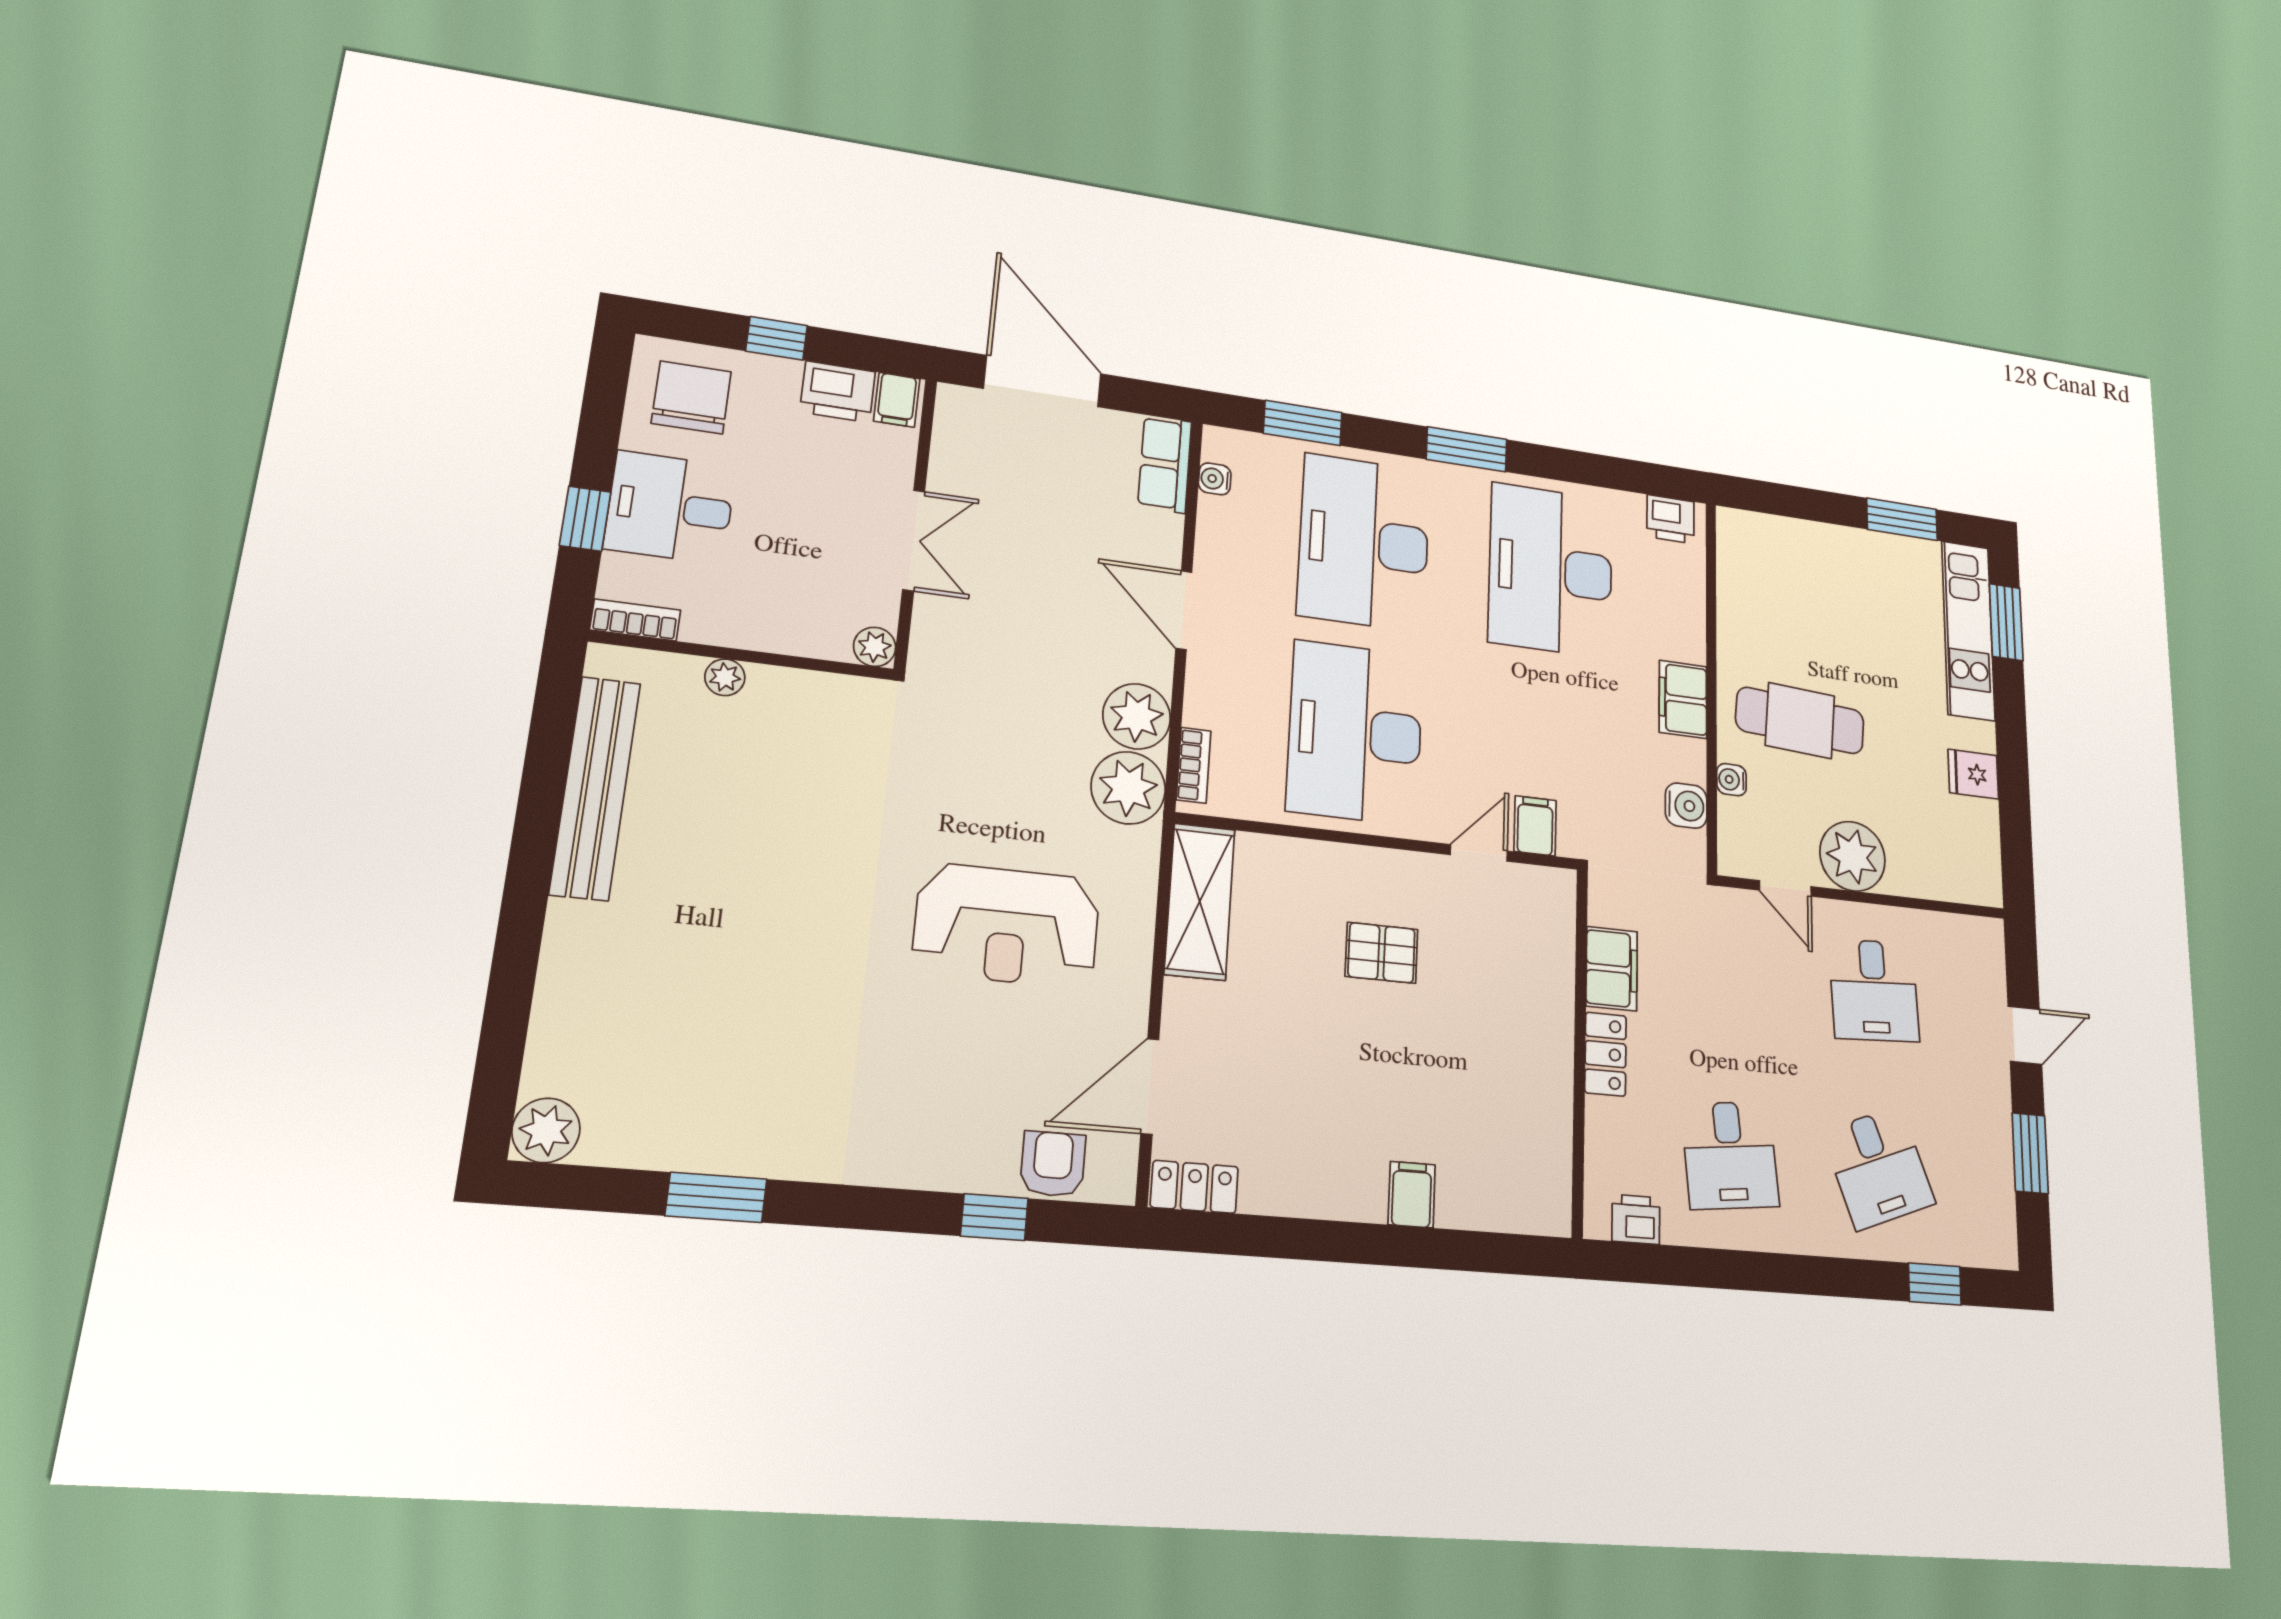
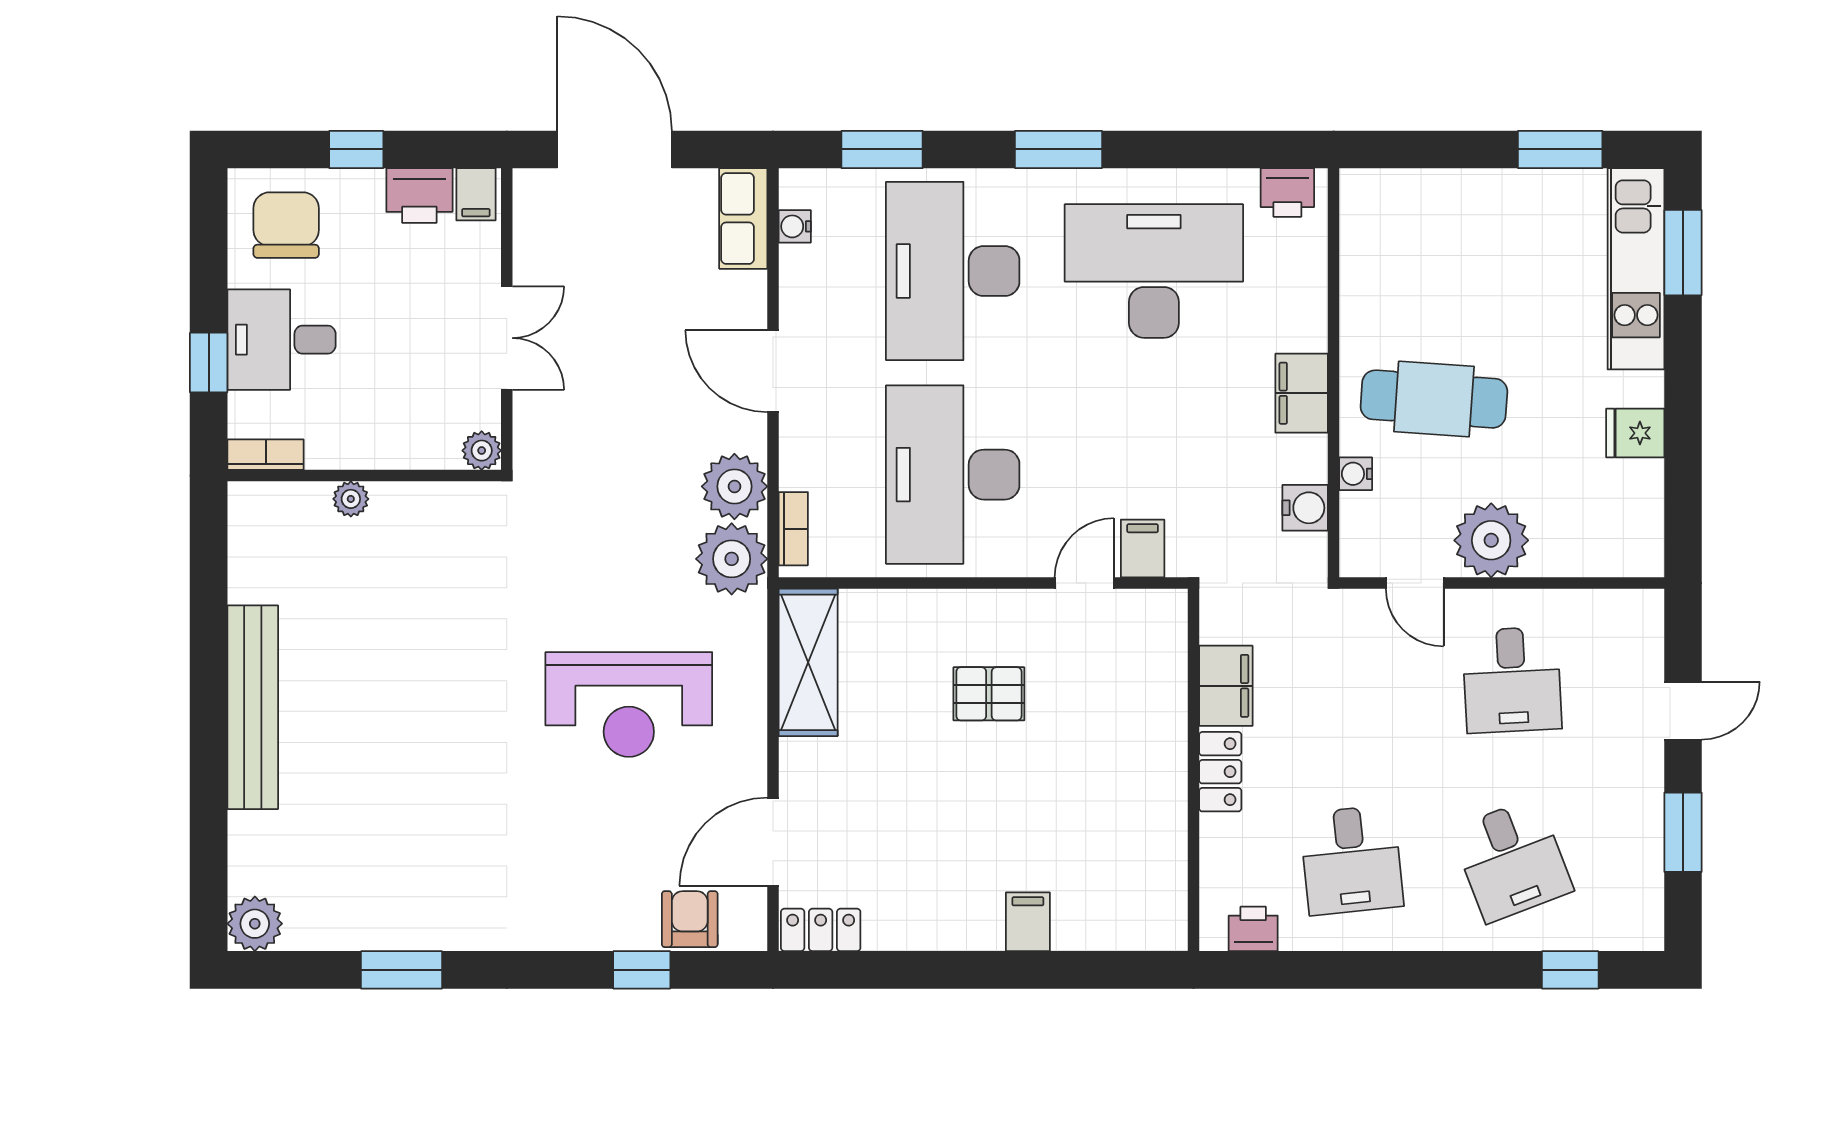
desk: (1551, 570) -> (1154, 271), turned 90
bench: (595, 788) -> (253, 707), moved

